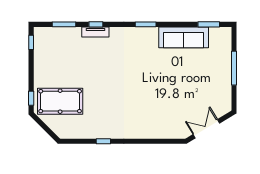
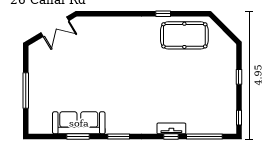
window: (64, 24) -> (204, 136), width x1.44
window: (209, 24) -> (78, 136), moved
window: (31, 98) -> (239, 77), moved
pool table: (60, 101) -> (184, 35), moved

